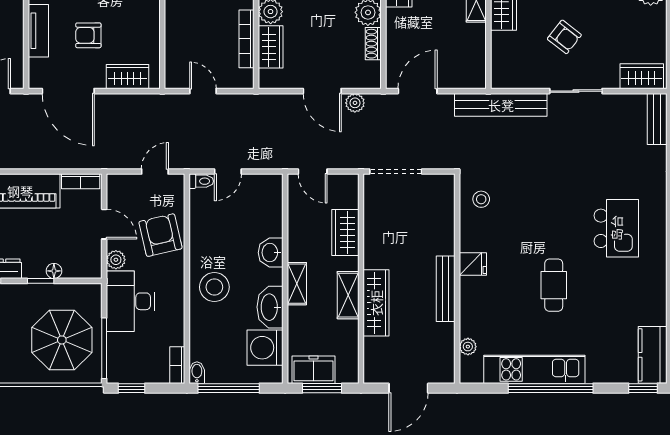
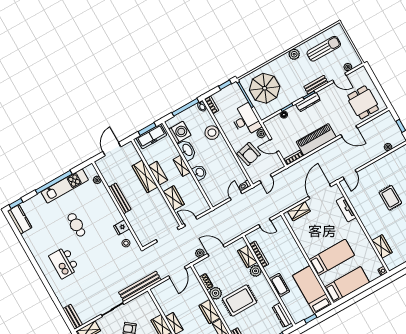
armchair: (88, 35) -> (325, 219), removed
door: (68, 91) -> (320, 191), hinge flipped
door: (313, 171) -> (190, 221), moved
fridge: (473, 264) -> (122, 227), moved
stool: (214, 287) -> (212, 133), moved
freezer: (313, 370) -> (151, 137), width x1.40

